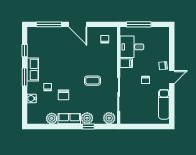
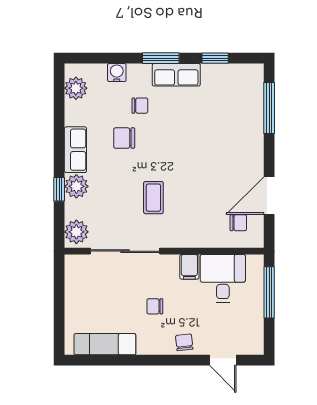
door: (78, 24) -> (269, 196), moved
door: (172, 77) -> (223, 360), moved
plant: (52, 118) -> (76, 88), moved

